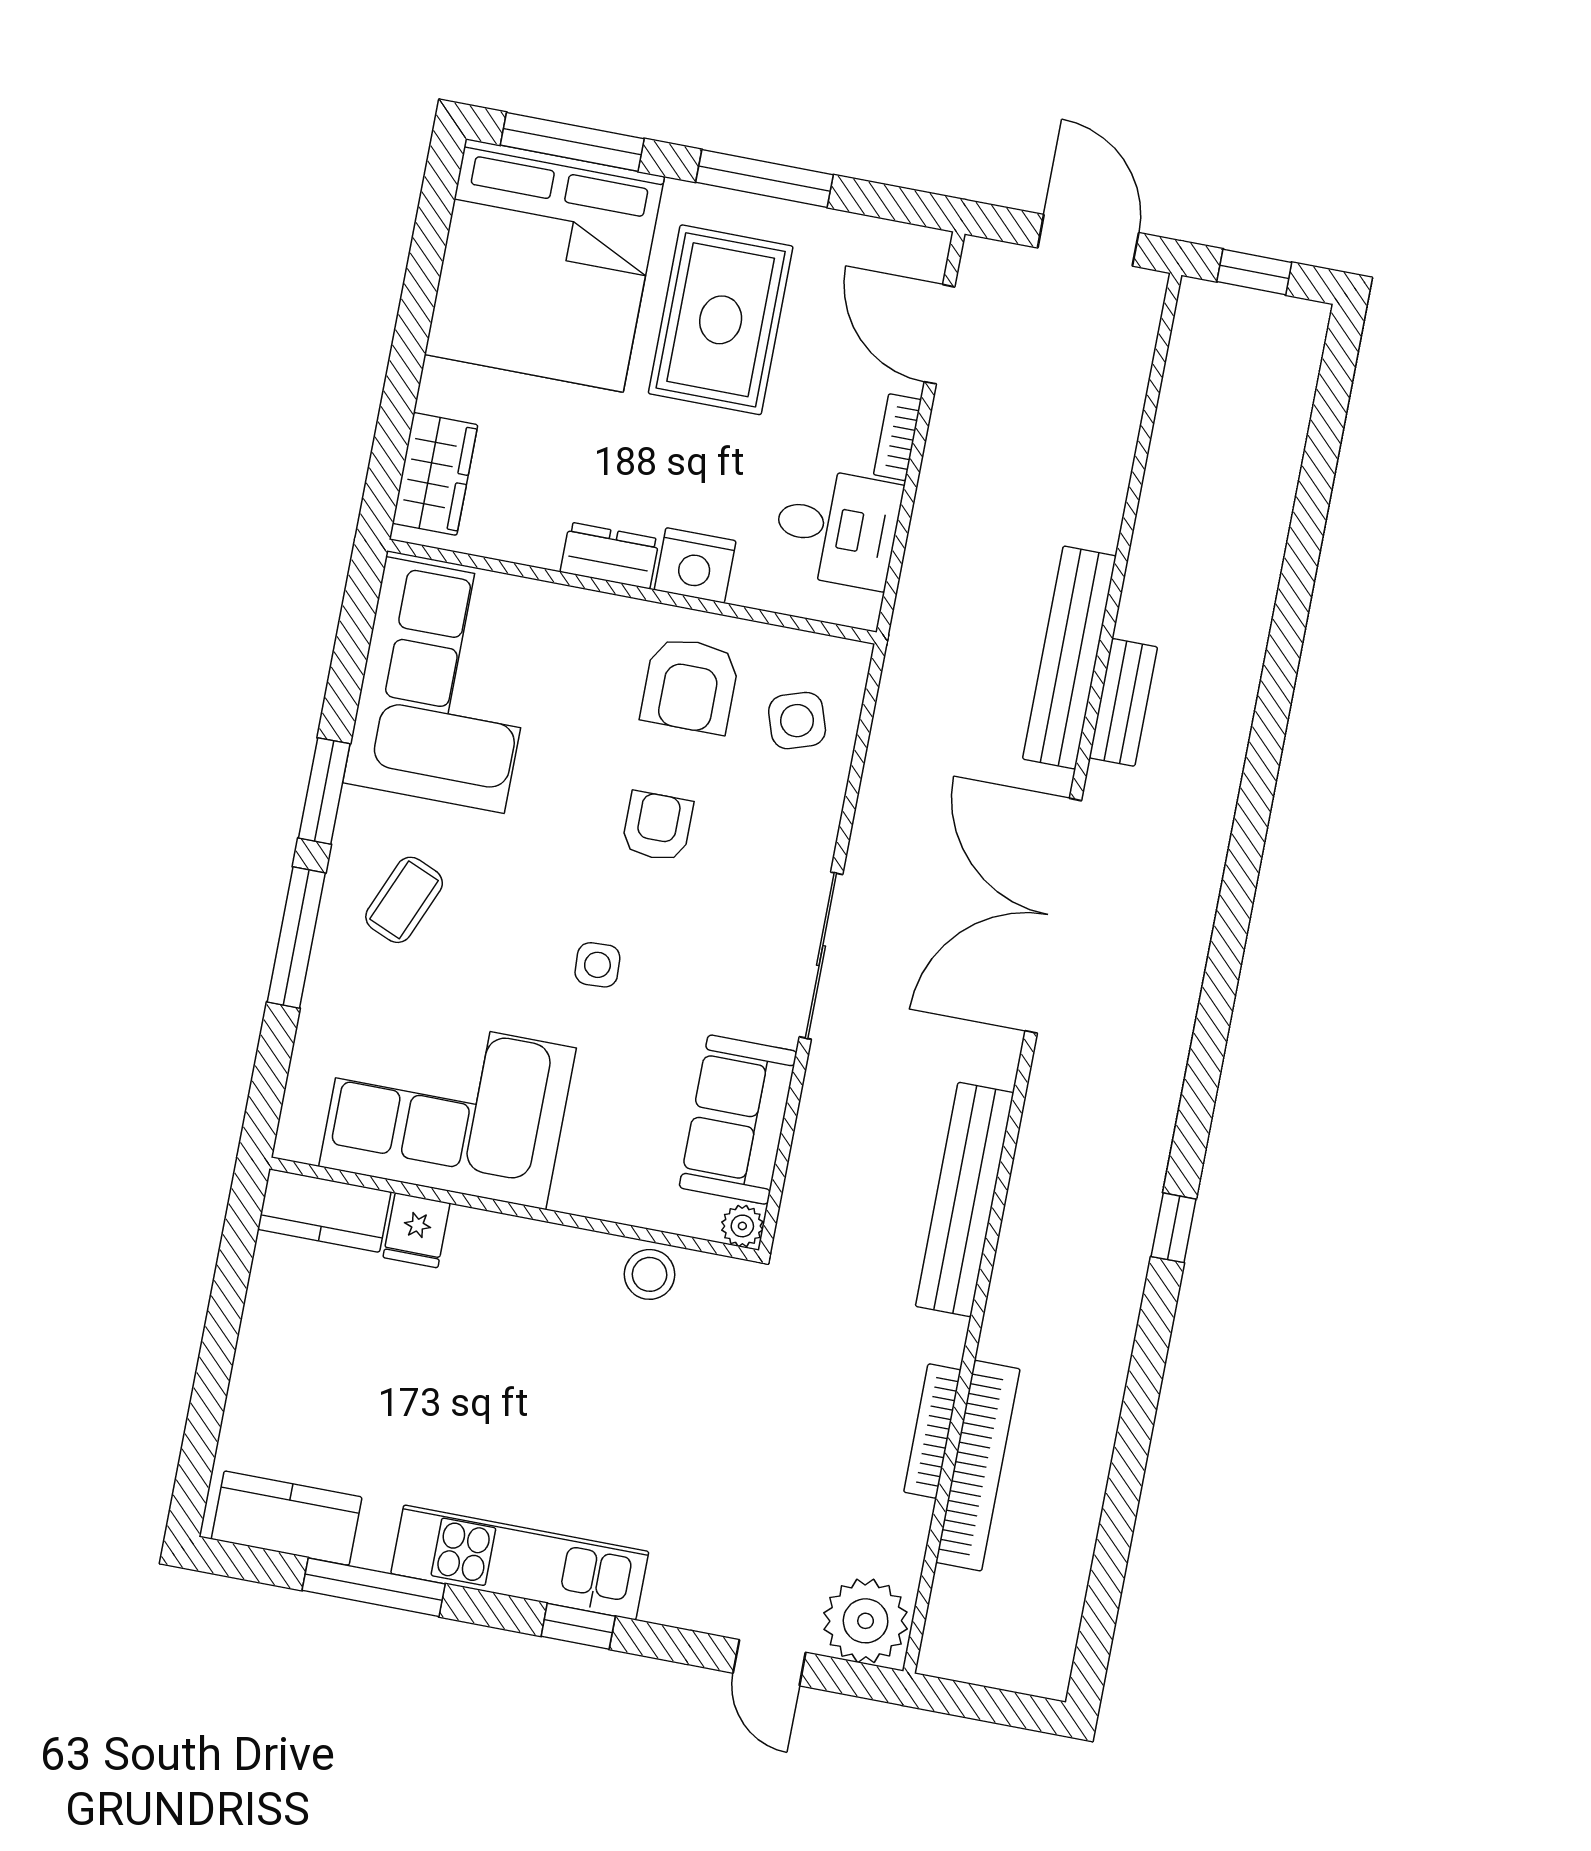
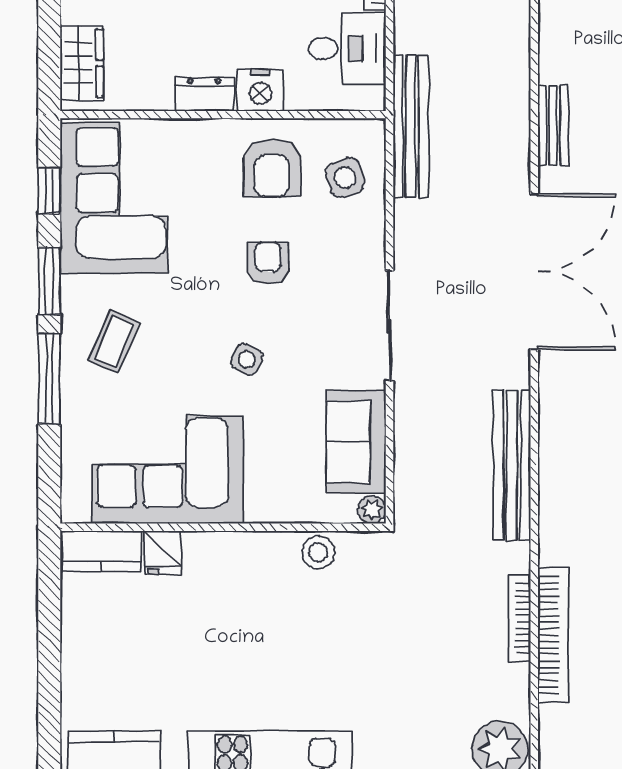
window: (350, 656) -> (49, 191), added
bench: (1069, 658) -> (411, 127), moved
double door: (1053, 916) -> (534, 272), swing flipped
side table: (597, 965) -> (247, 359), turned 30

